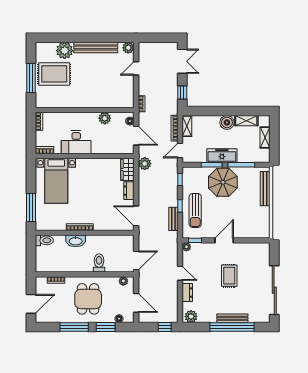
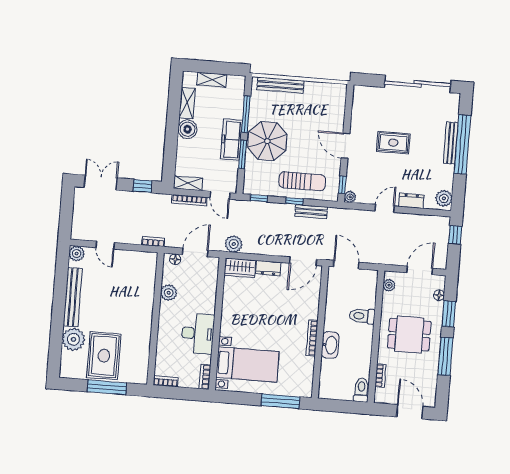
toilet: (44, 240) -> (361, 390), moved
door: (136, 260) -> (346, 265), moved

